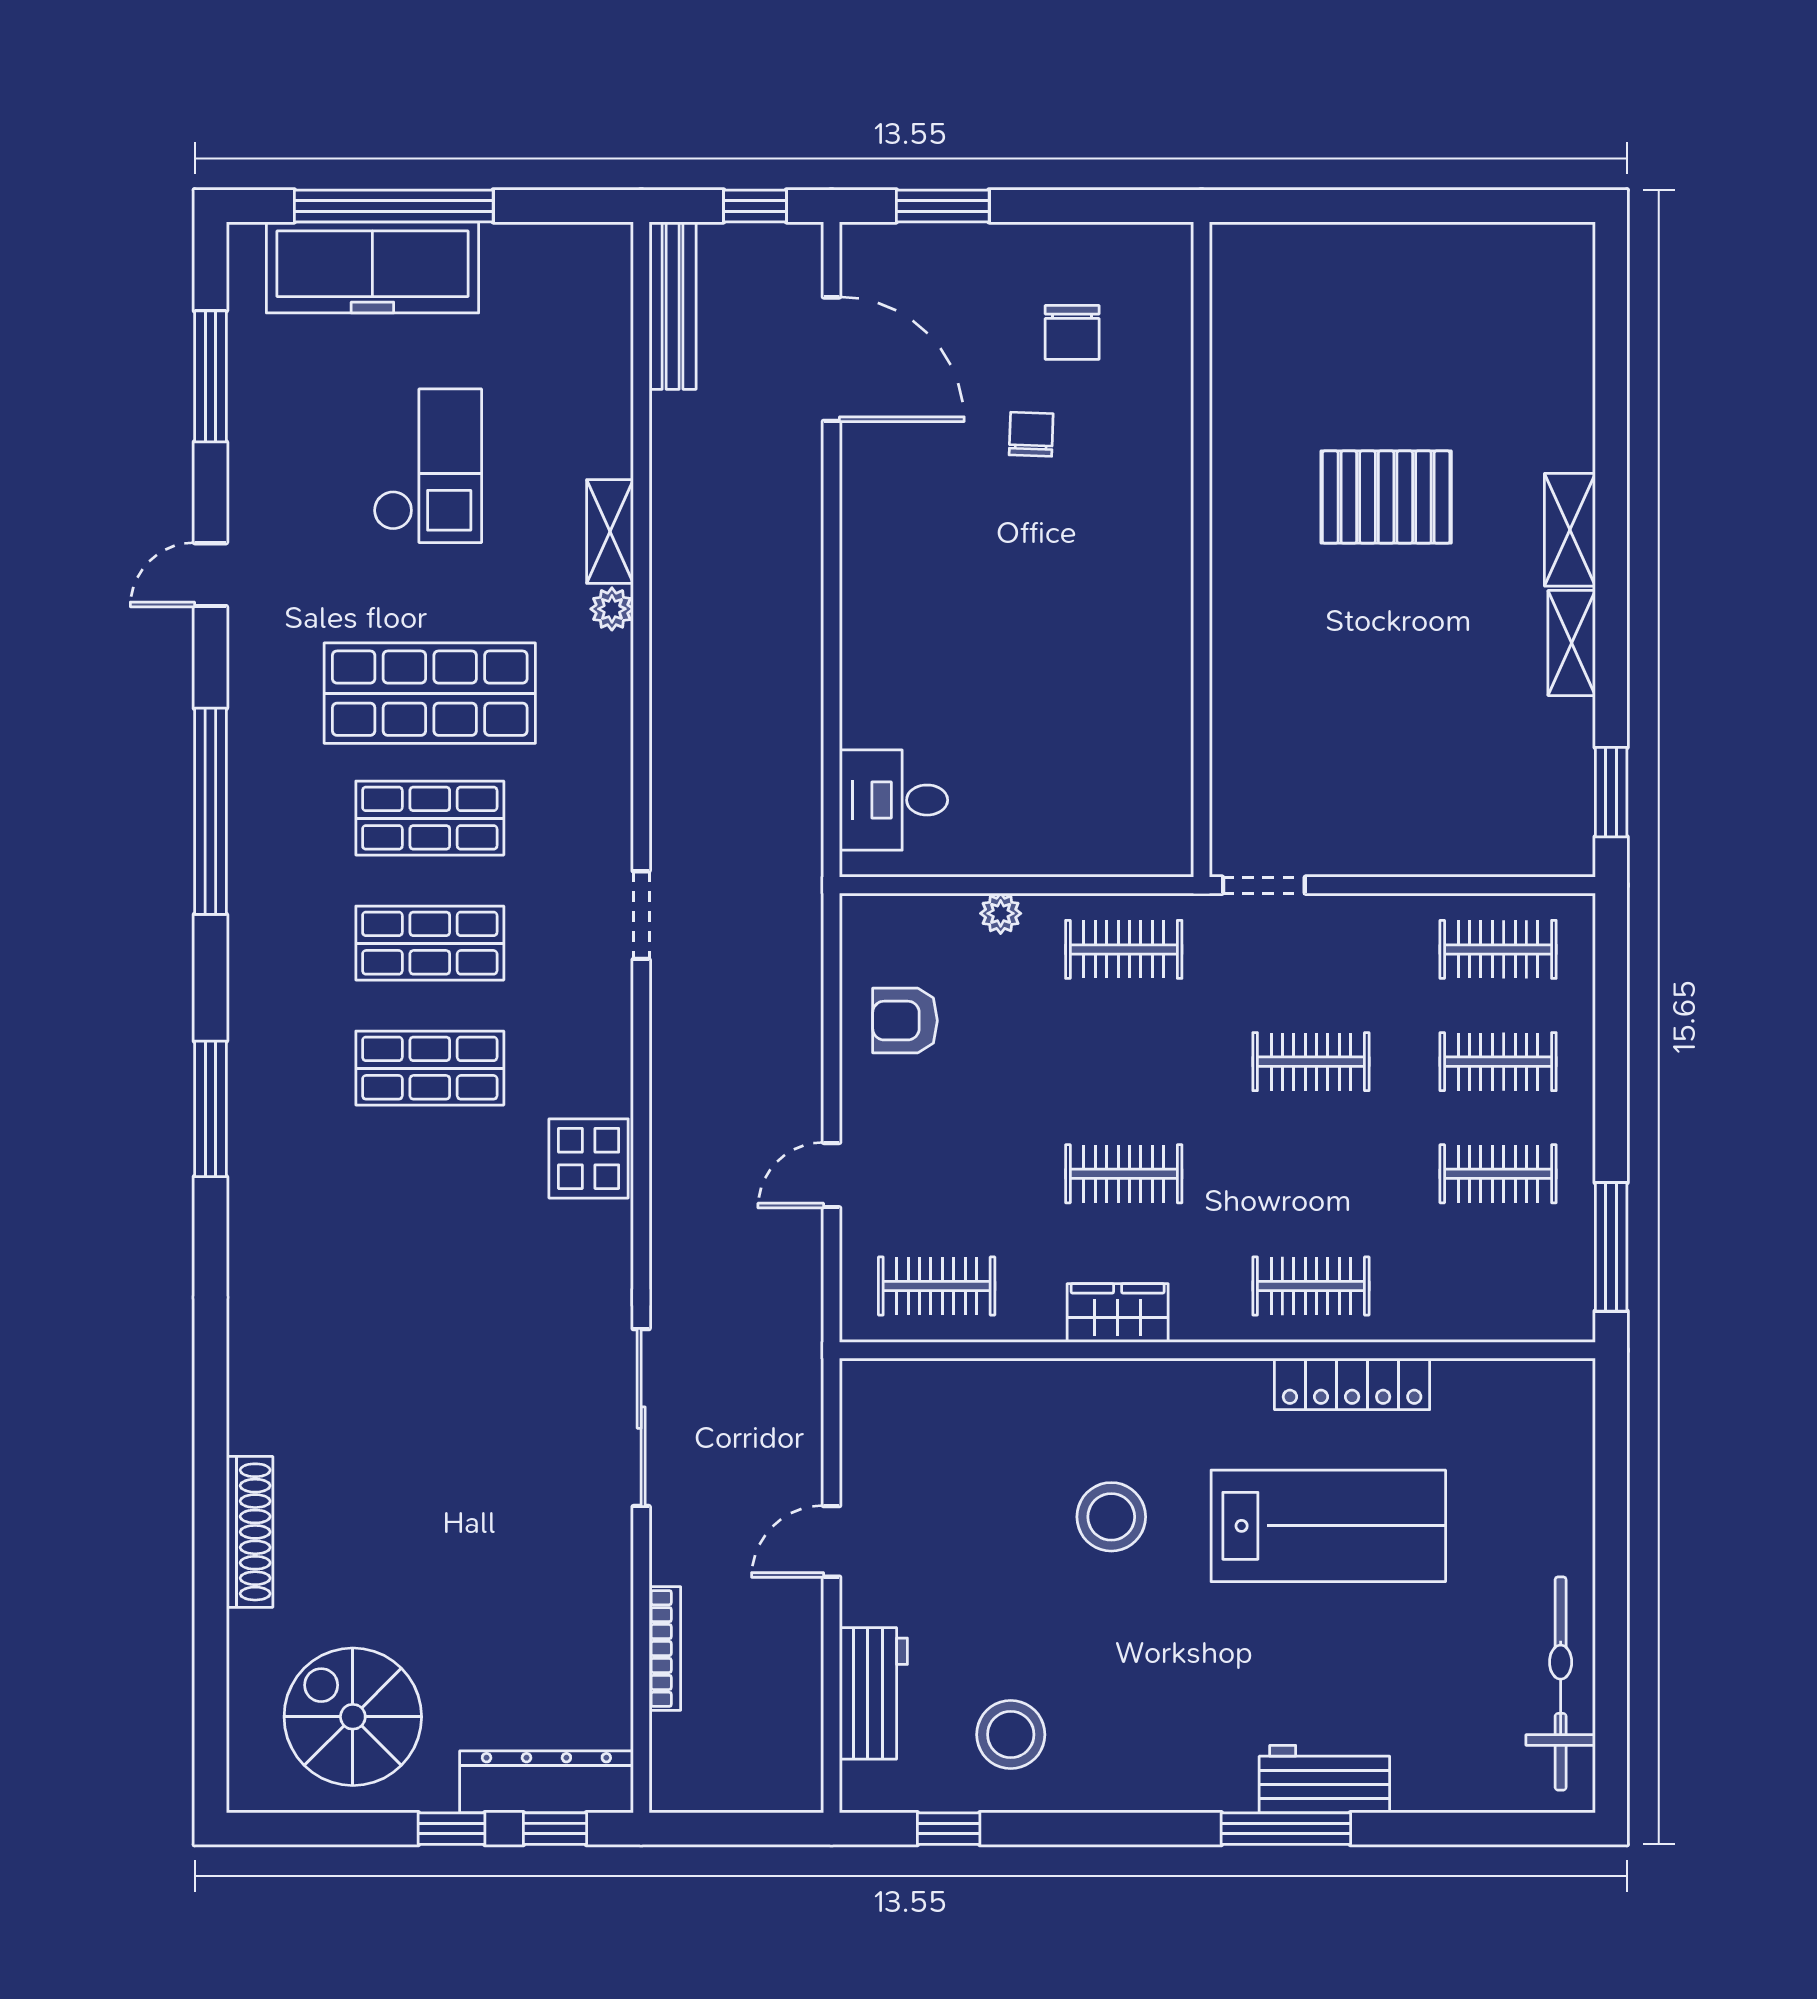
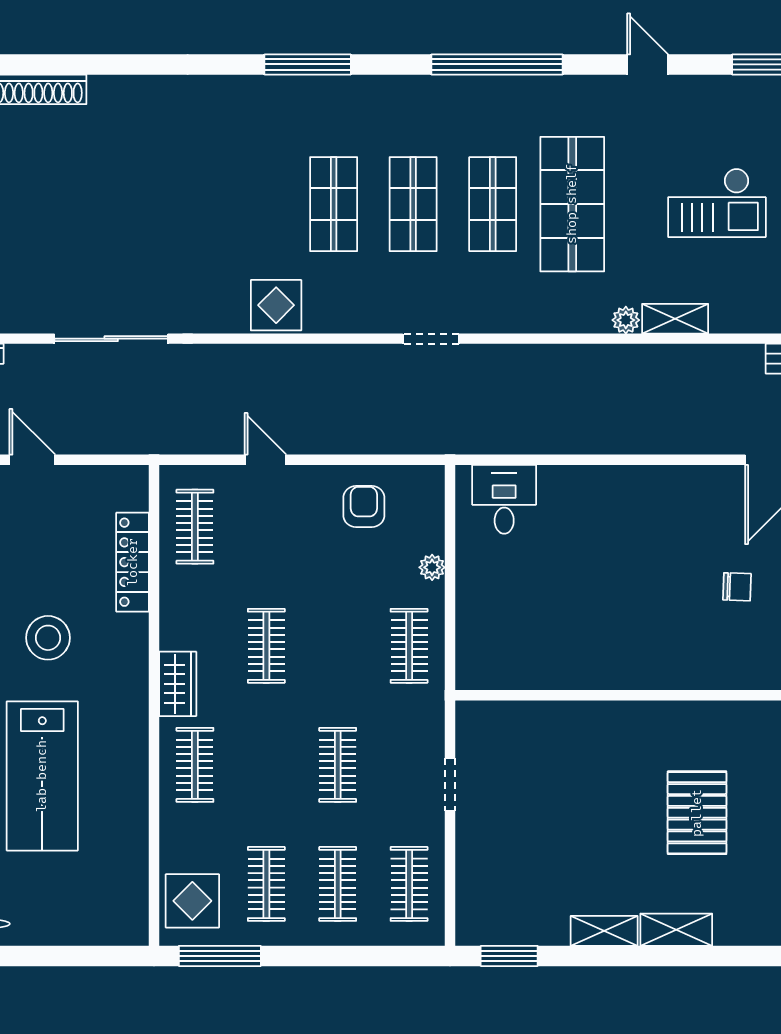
doorway: (1264, 885) -> (450, 784), moved
display table: (1525, 1290) -> (192, 901), added
wardrobe: (1118, 1313) -> (178, 684), moved
locker: (1352, 1384) -> (133, 562), moved

